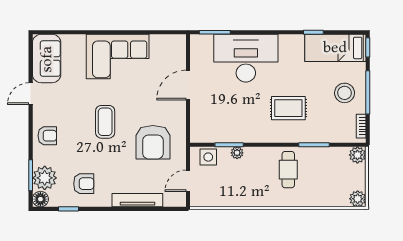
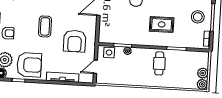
plant: (357, 155) -> (203, 73), moved
armchair: (84, 184) -> (29, 65), width x1.88, depth x1.88

